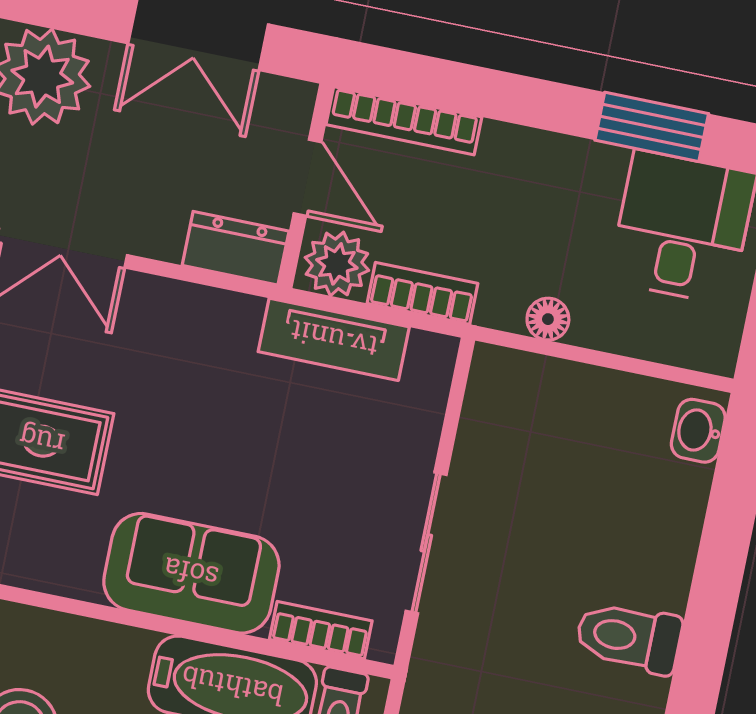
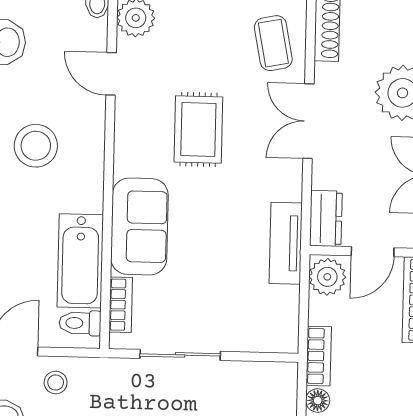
bookcase: (423, 293) -> (319, 356), moved
tv unit: (334, 339) -> (286, 243), moved

